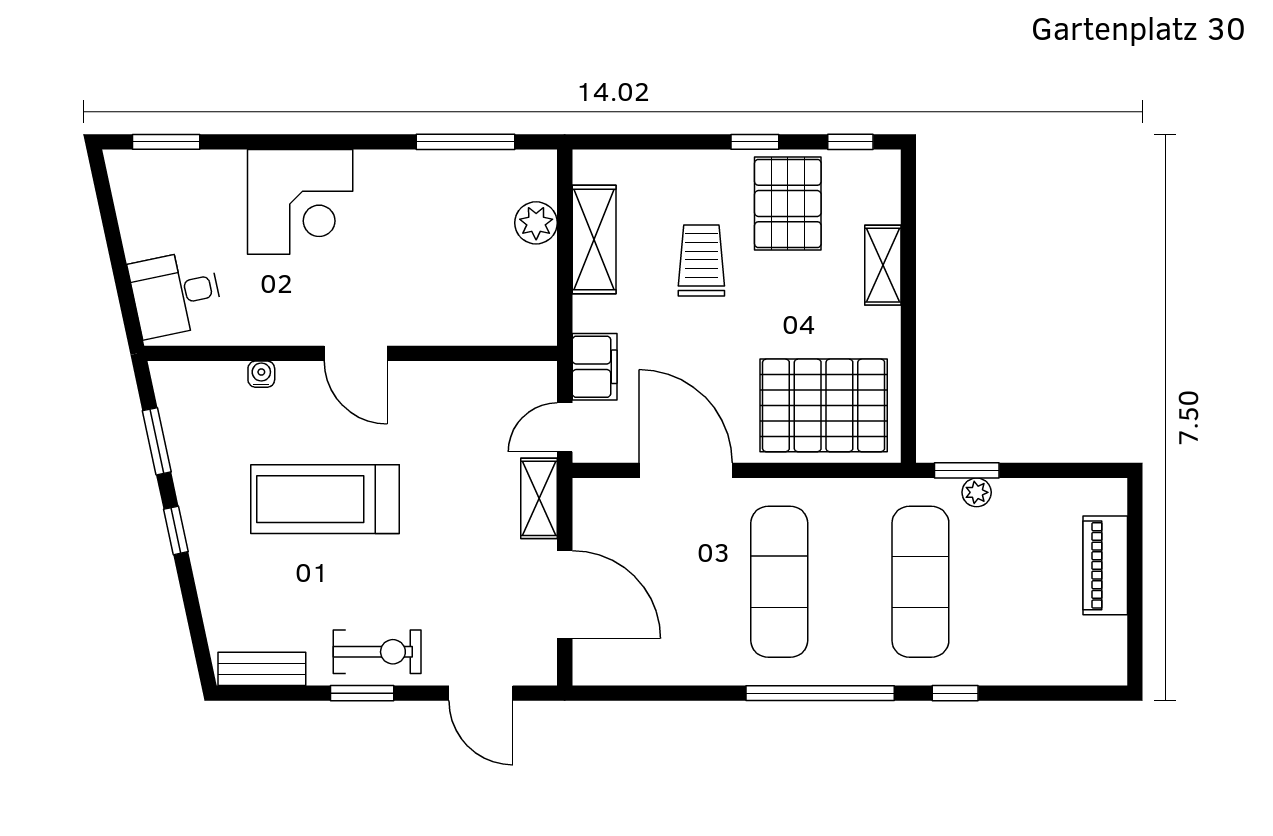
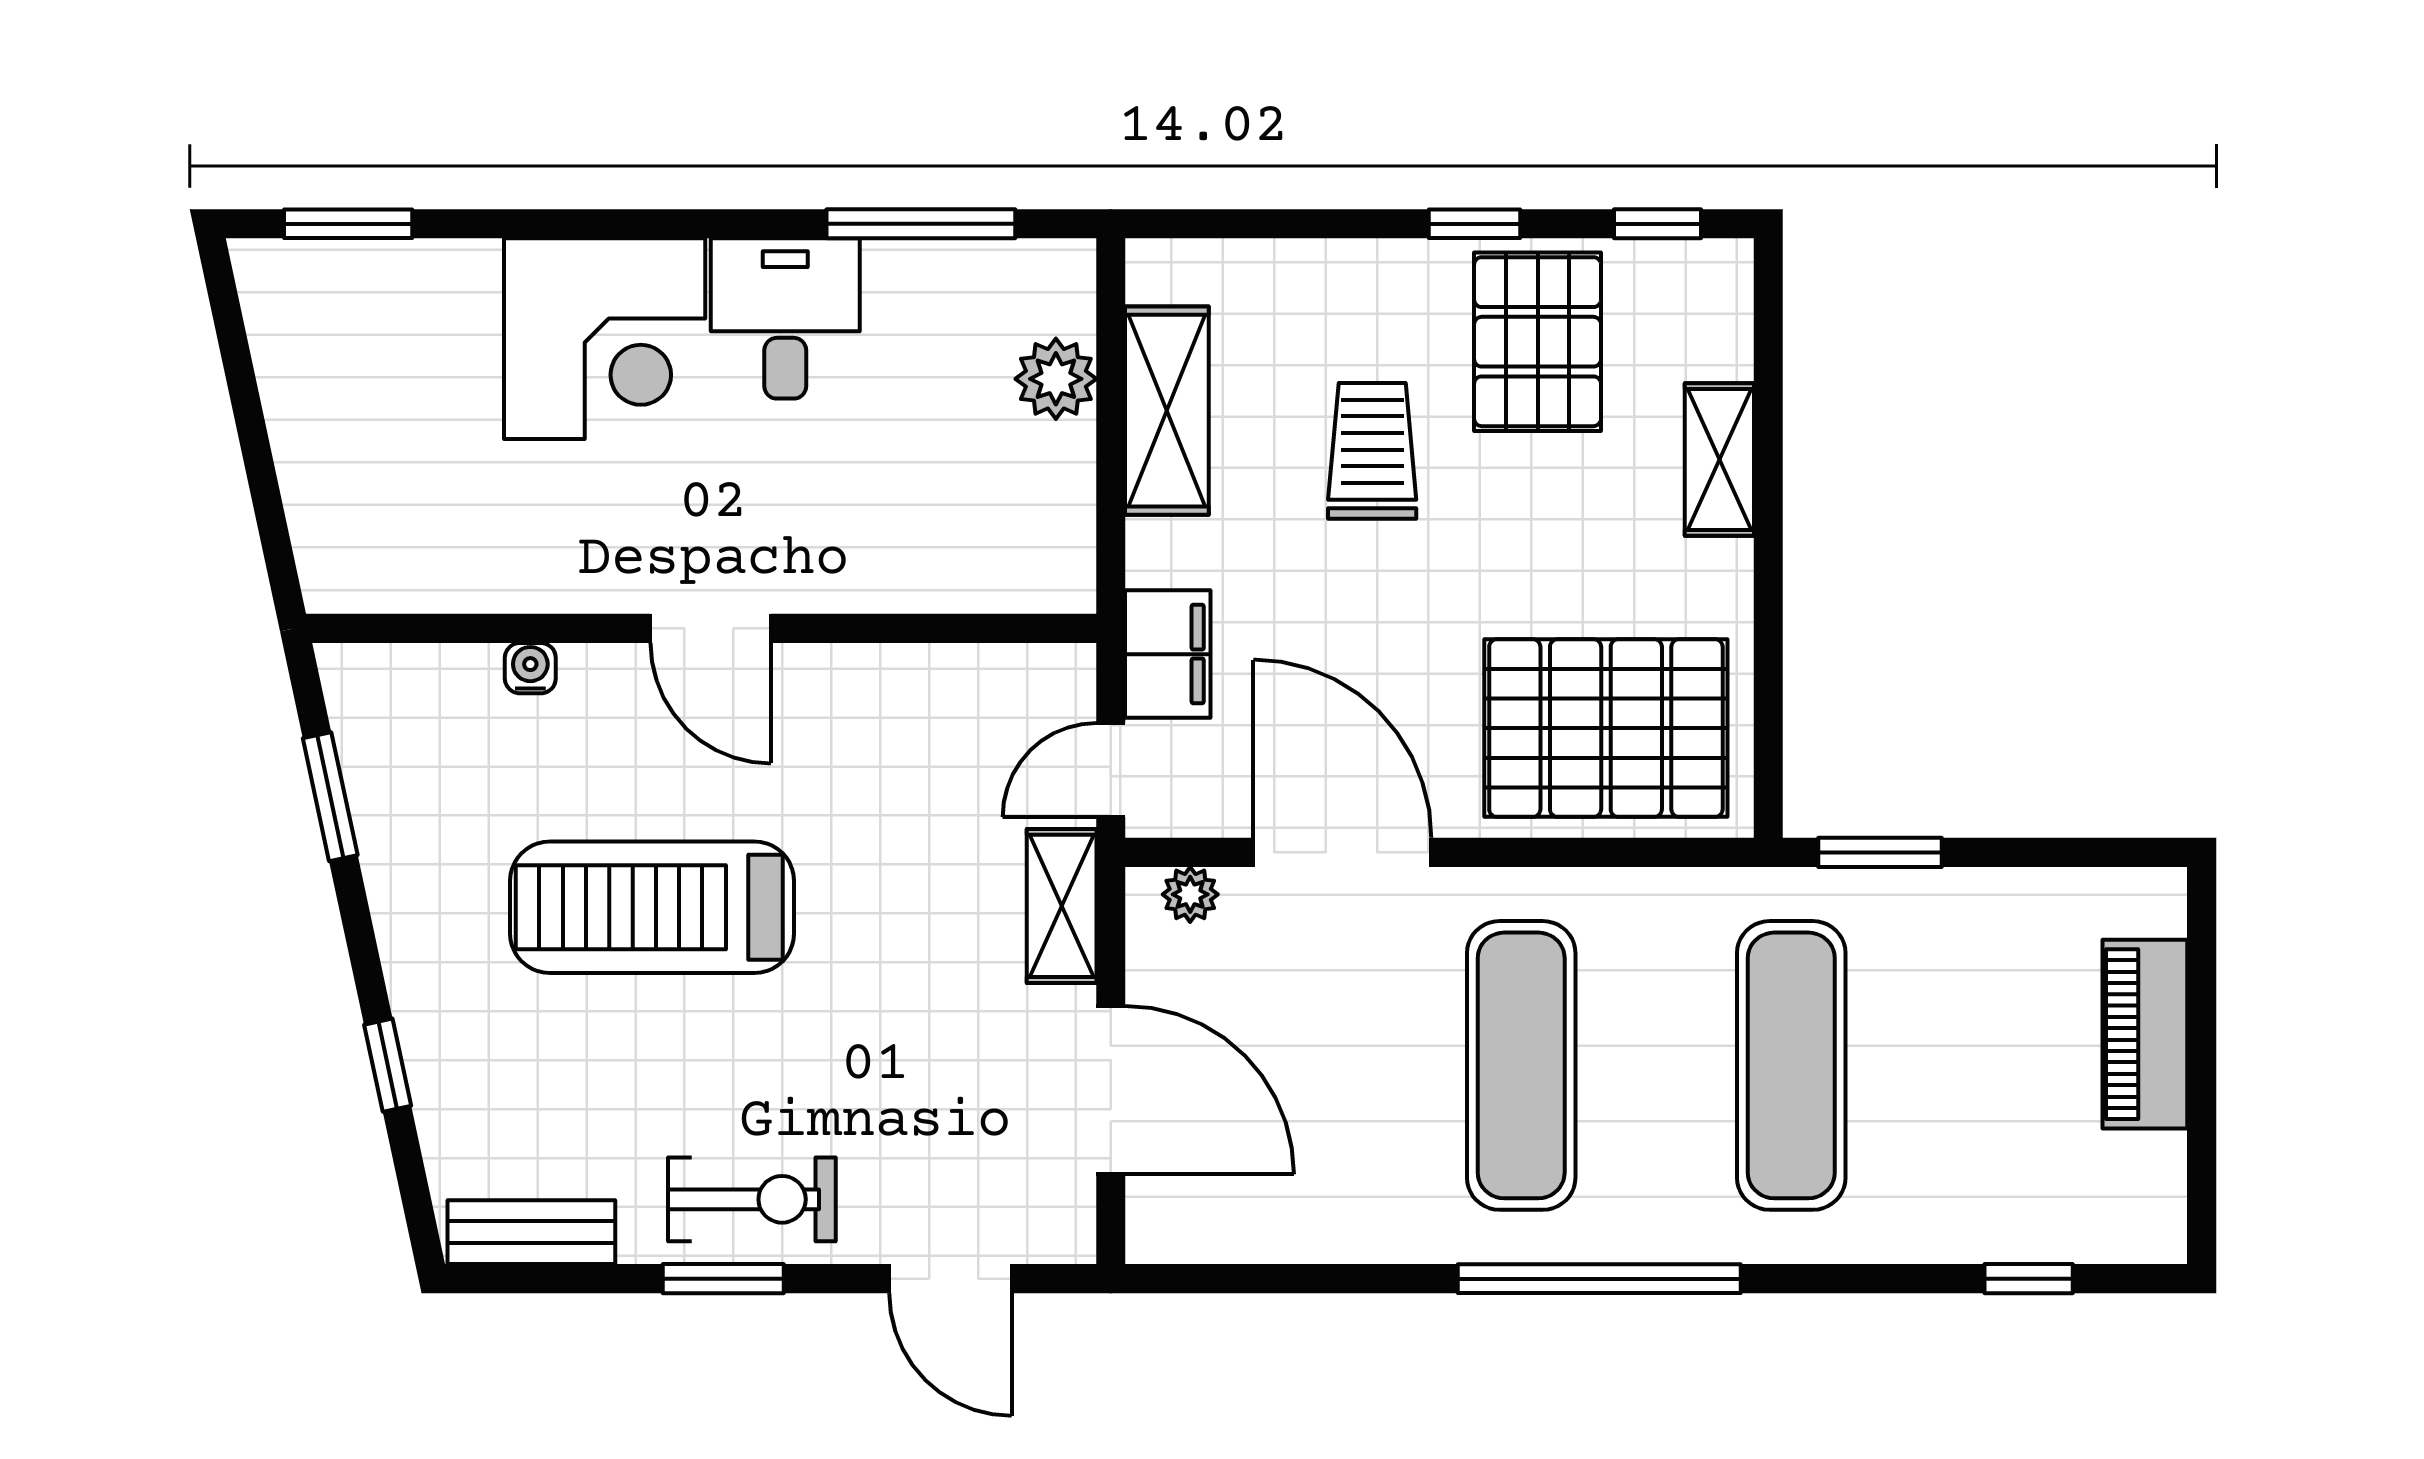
desk: (176, 294) -> (785, 318), moved, turned 102
plant: (977, 492) -> (1190, 894), moved
window: (176, 530) -> (388, 1065), moved
window: (955, 693) -> (2029, 1279), moved

